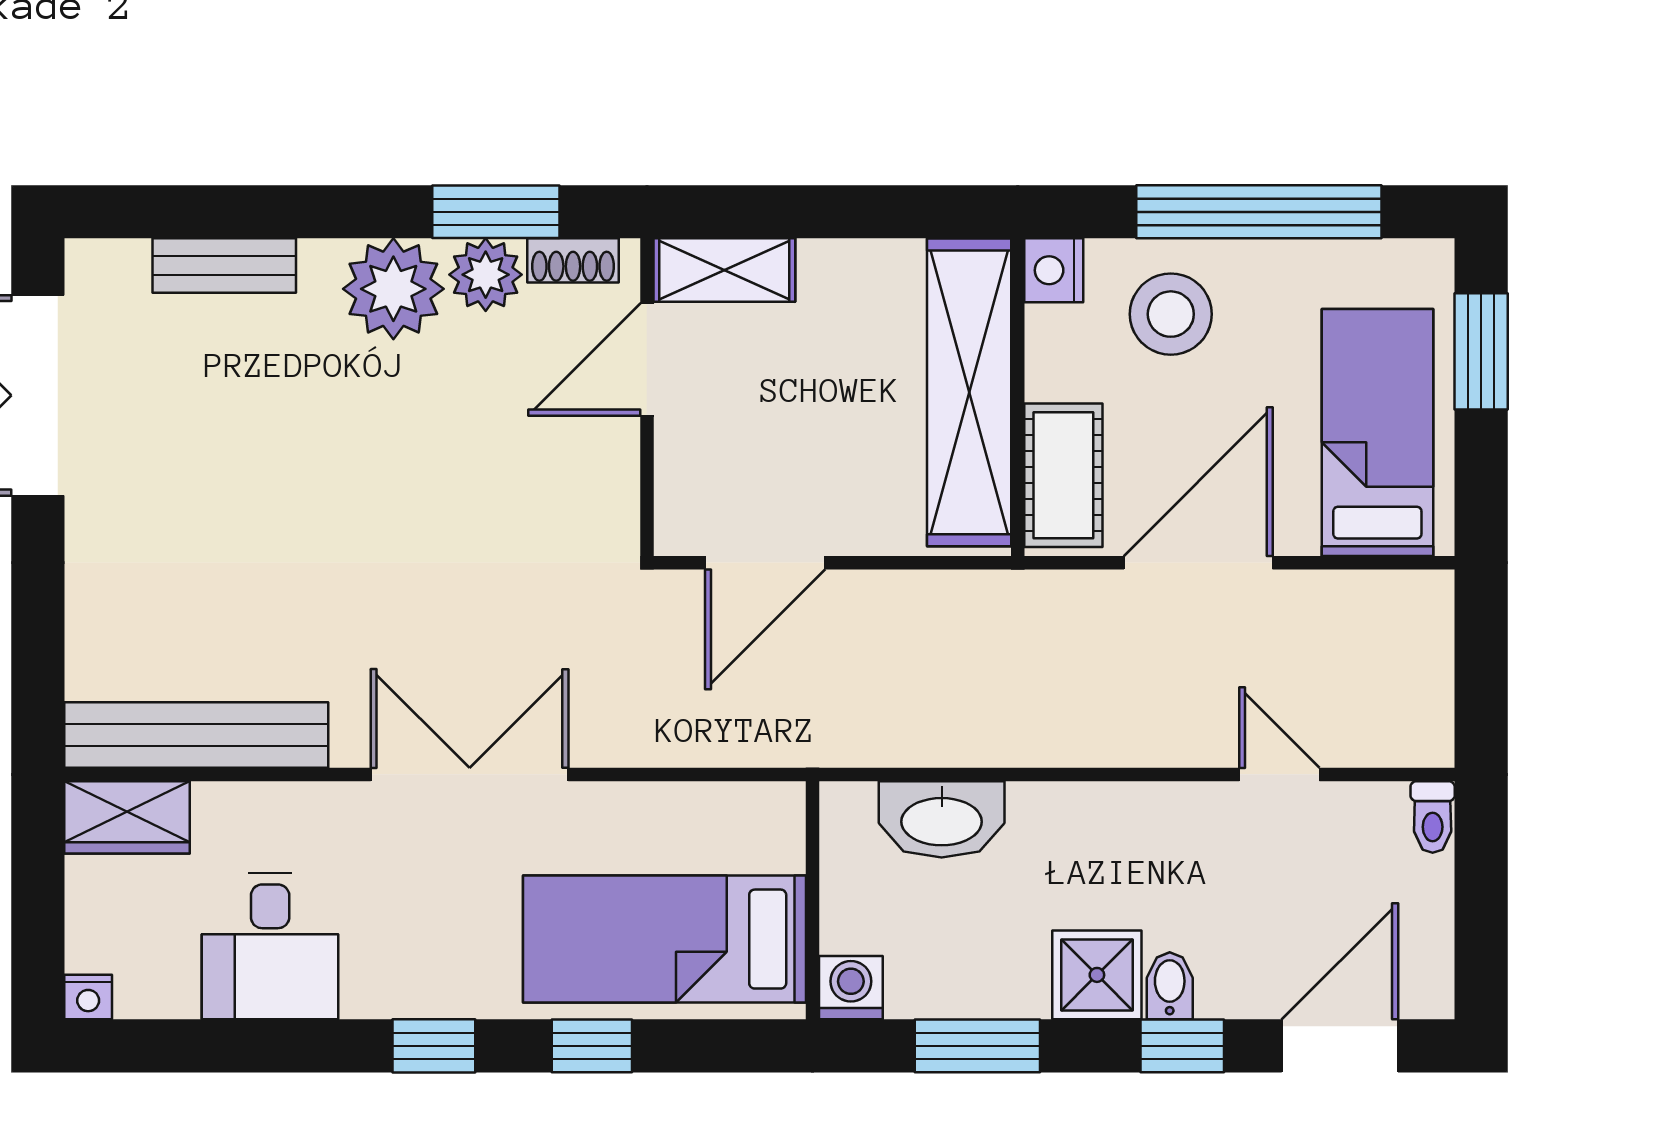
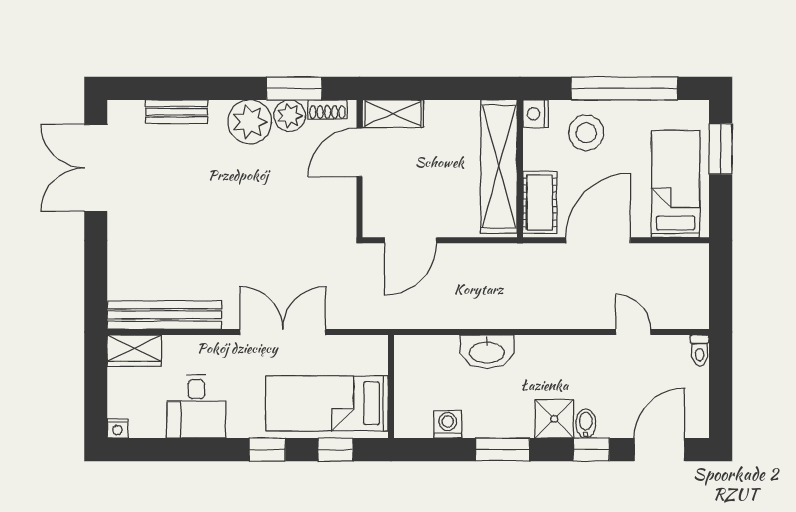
wall: (812, 900) -> (391, 386), moved
bed: (664, 939) -> (327, 403), moved

